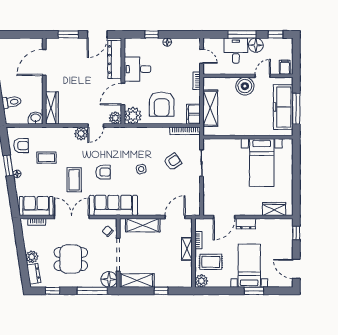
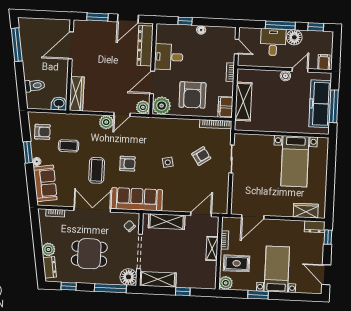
boiler: (245, 86) -> (285, 76), width x0.54, depth x0.54
sofa: (36, 206) -> (45, 183), moved, turned 81
dresser: (246, 224) -> (315, 227), moved
window: (254, 291) -> (258, 295), moved

